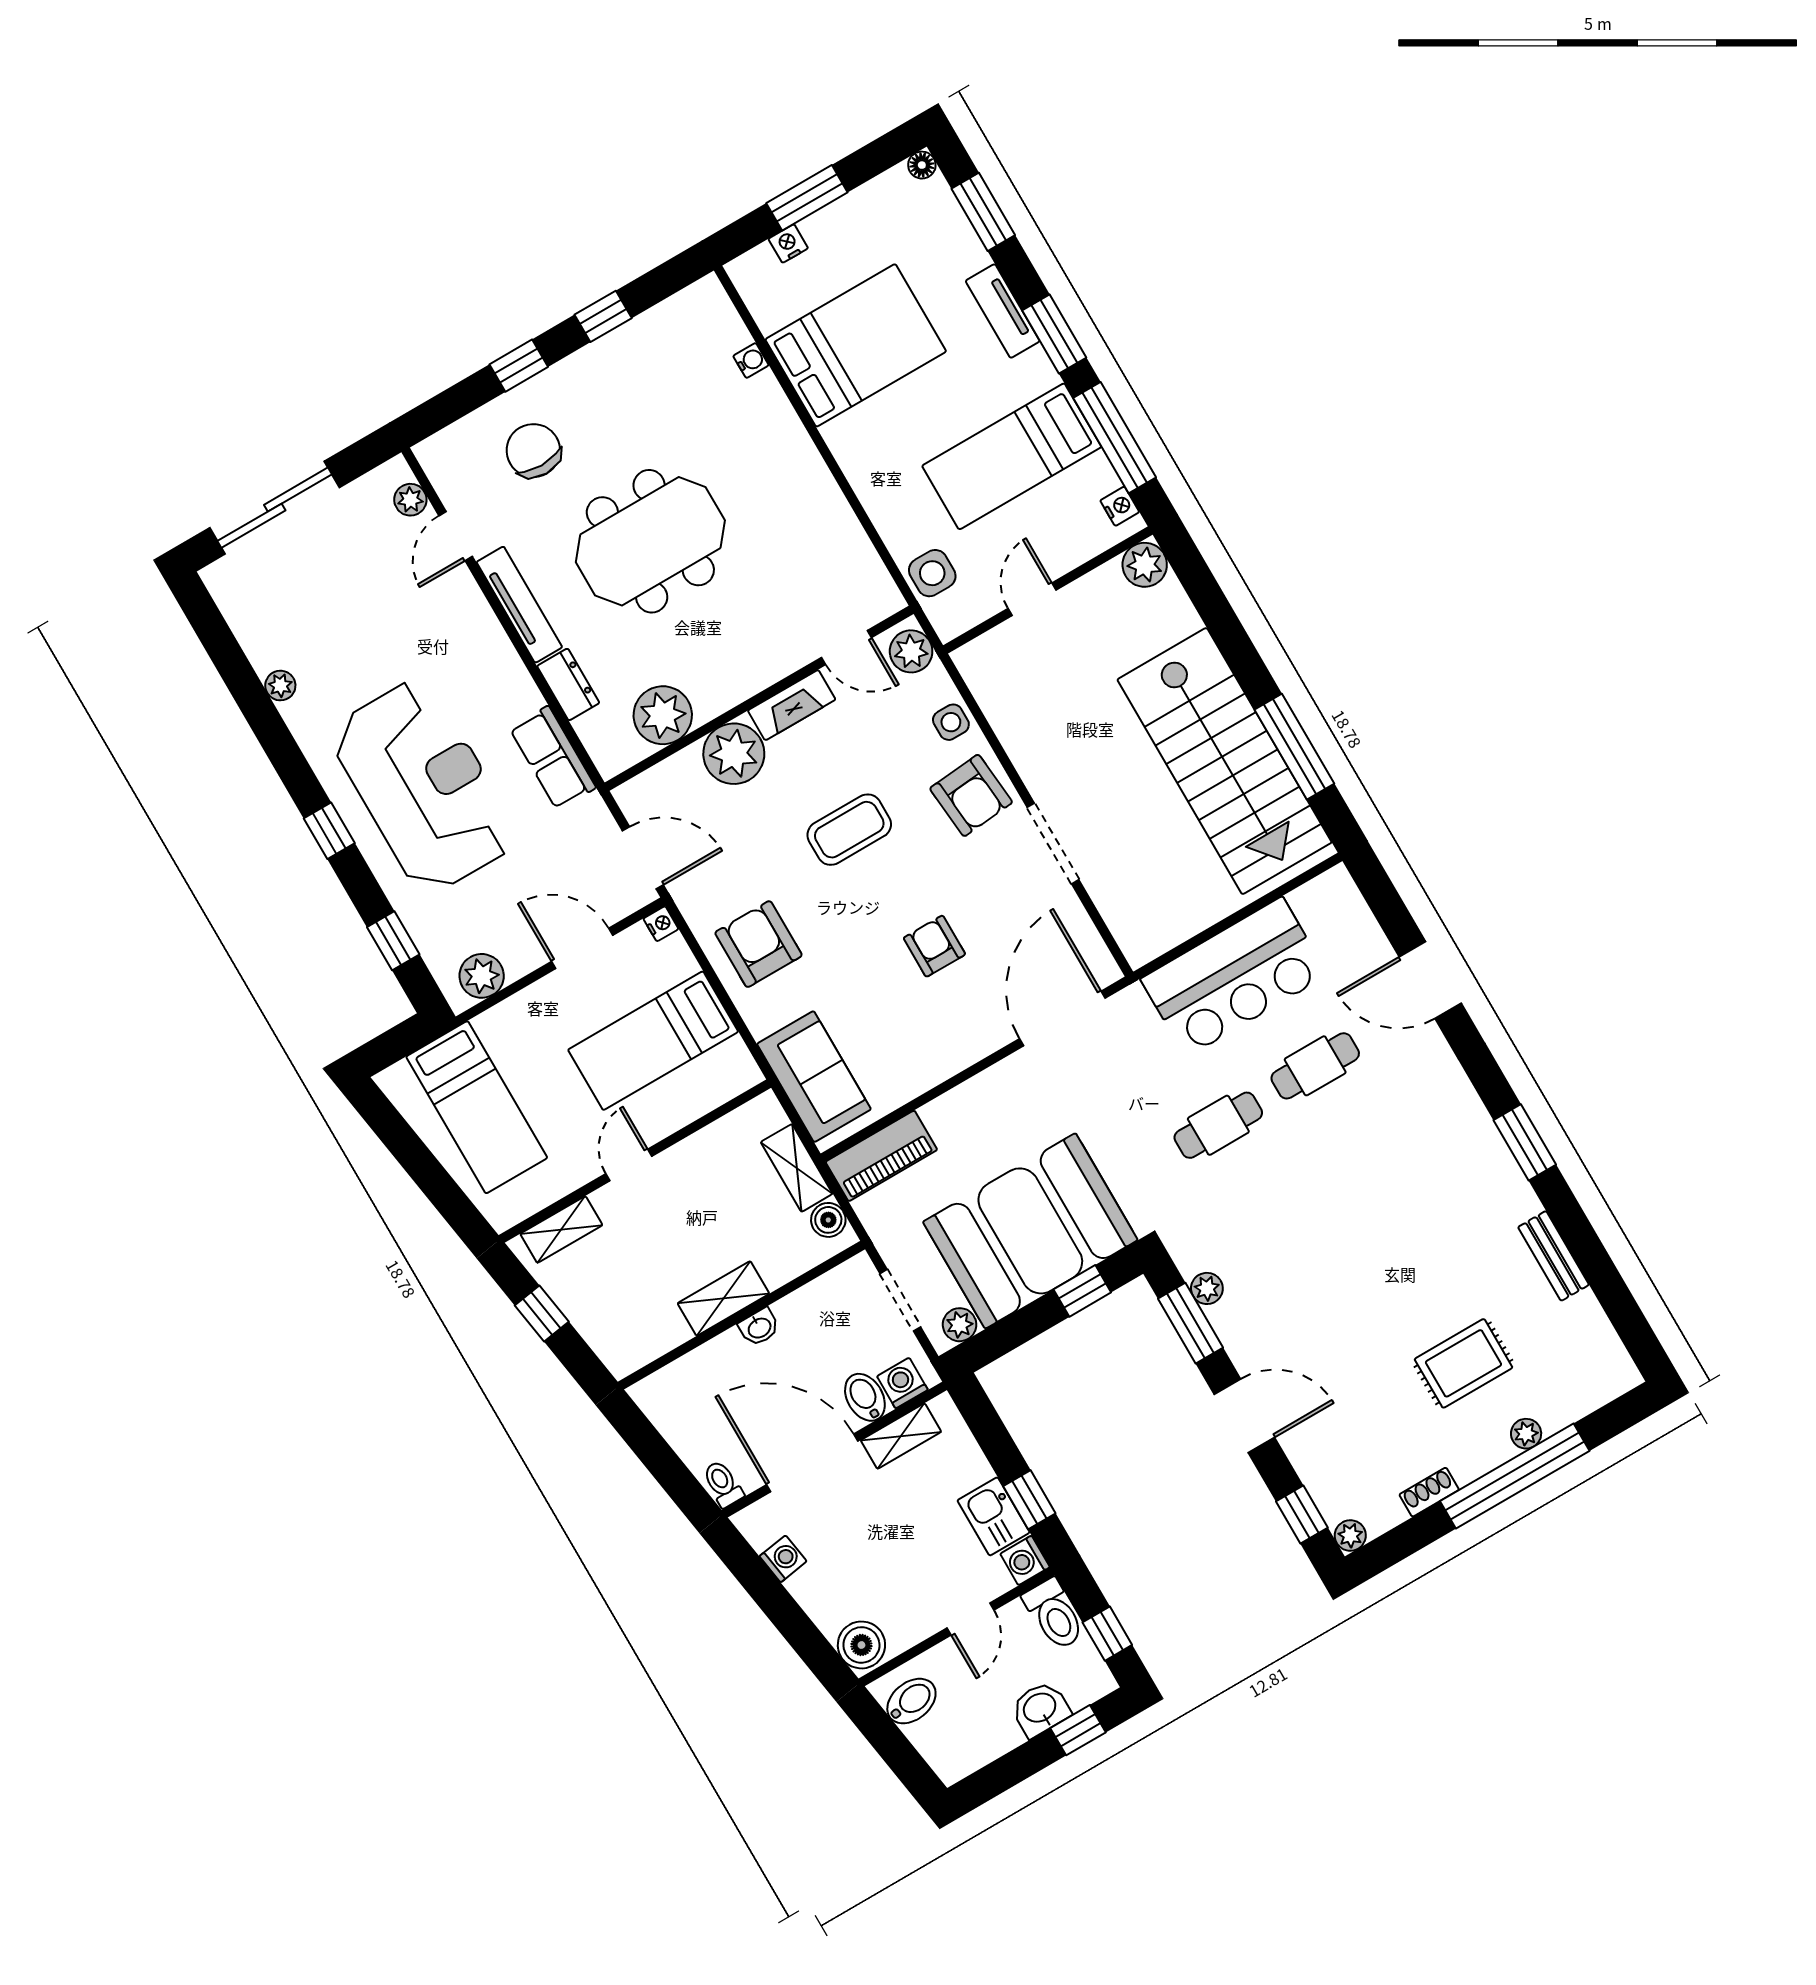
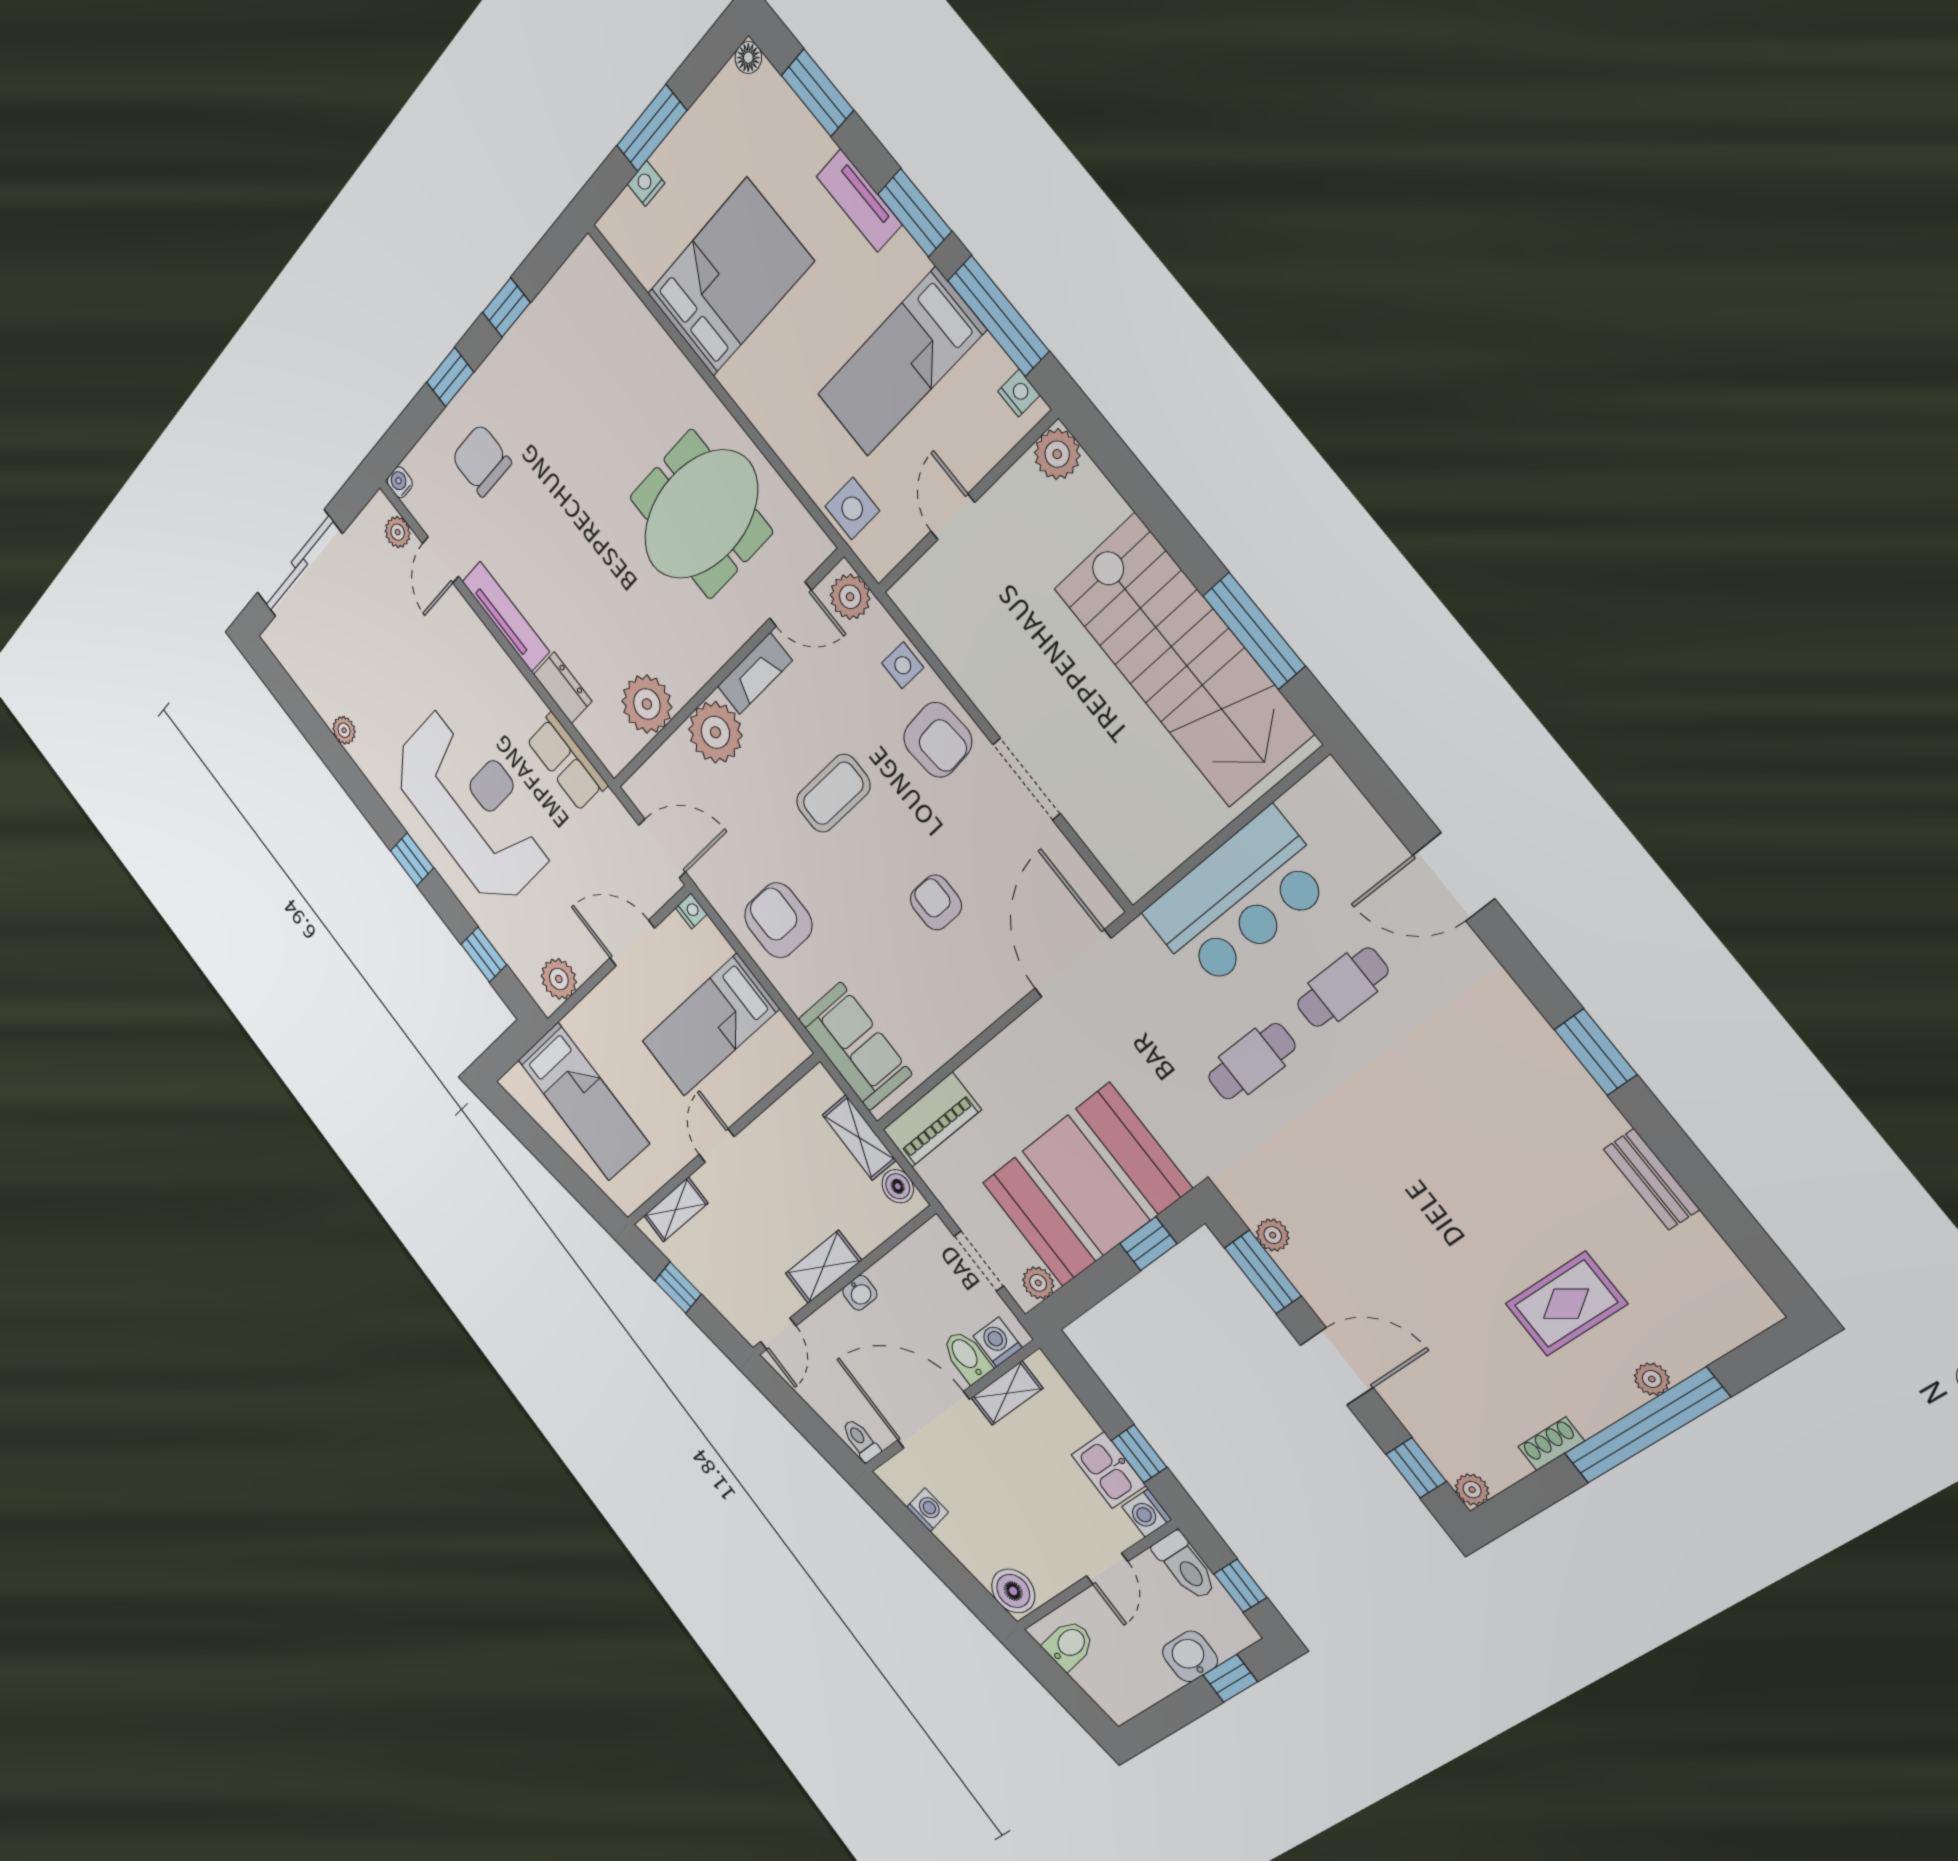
water cooler: (751, 361) -> (400, 482), moved, turned -90
meeting table: (650, 541) -> (701, 514), moved
door: (652, 1367) -> (778, 1334), added

